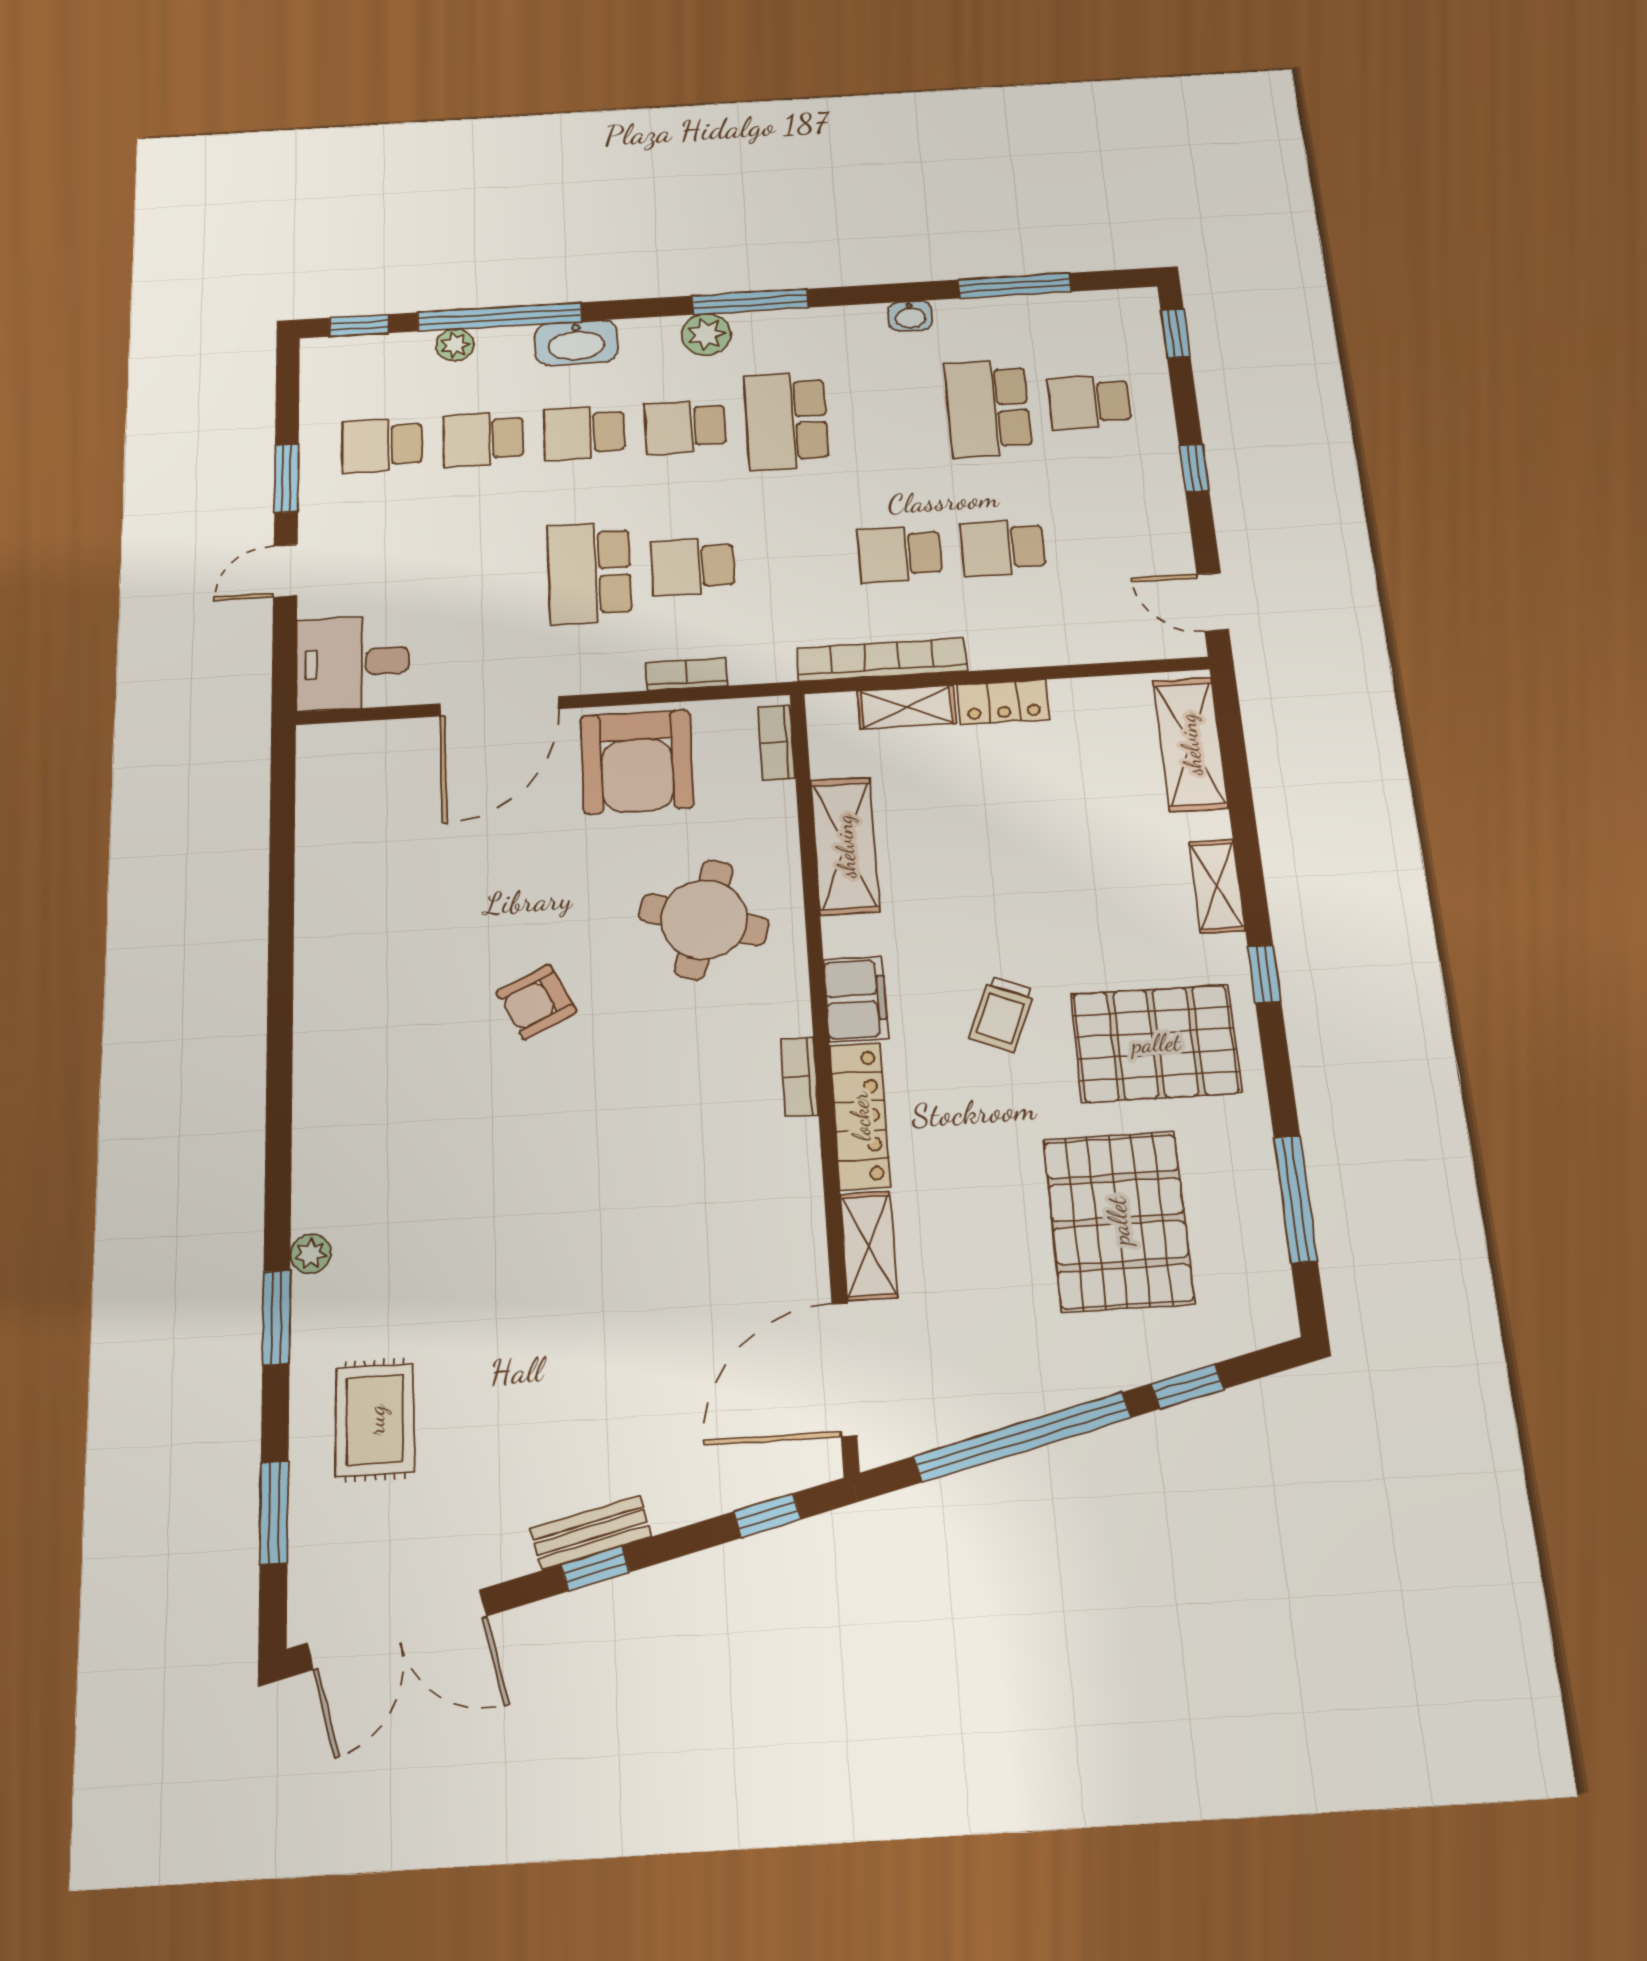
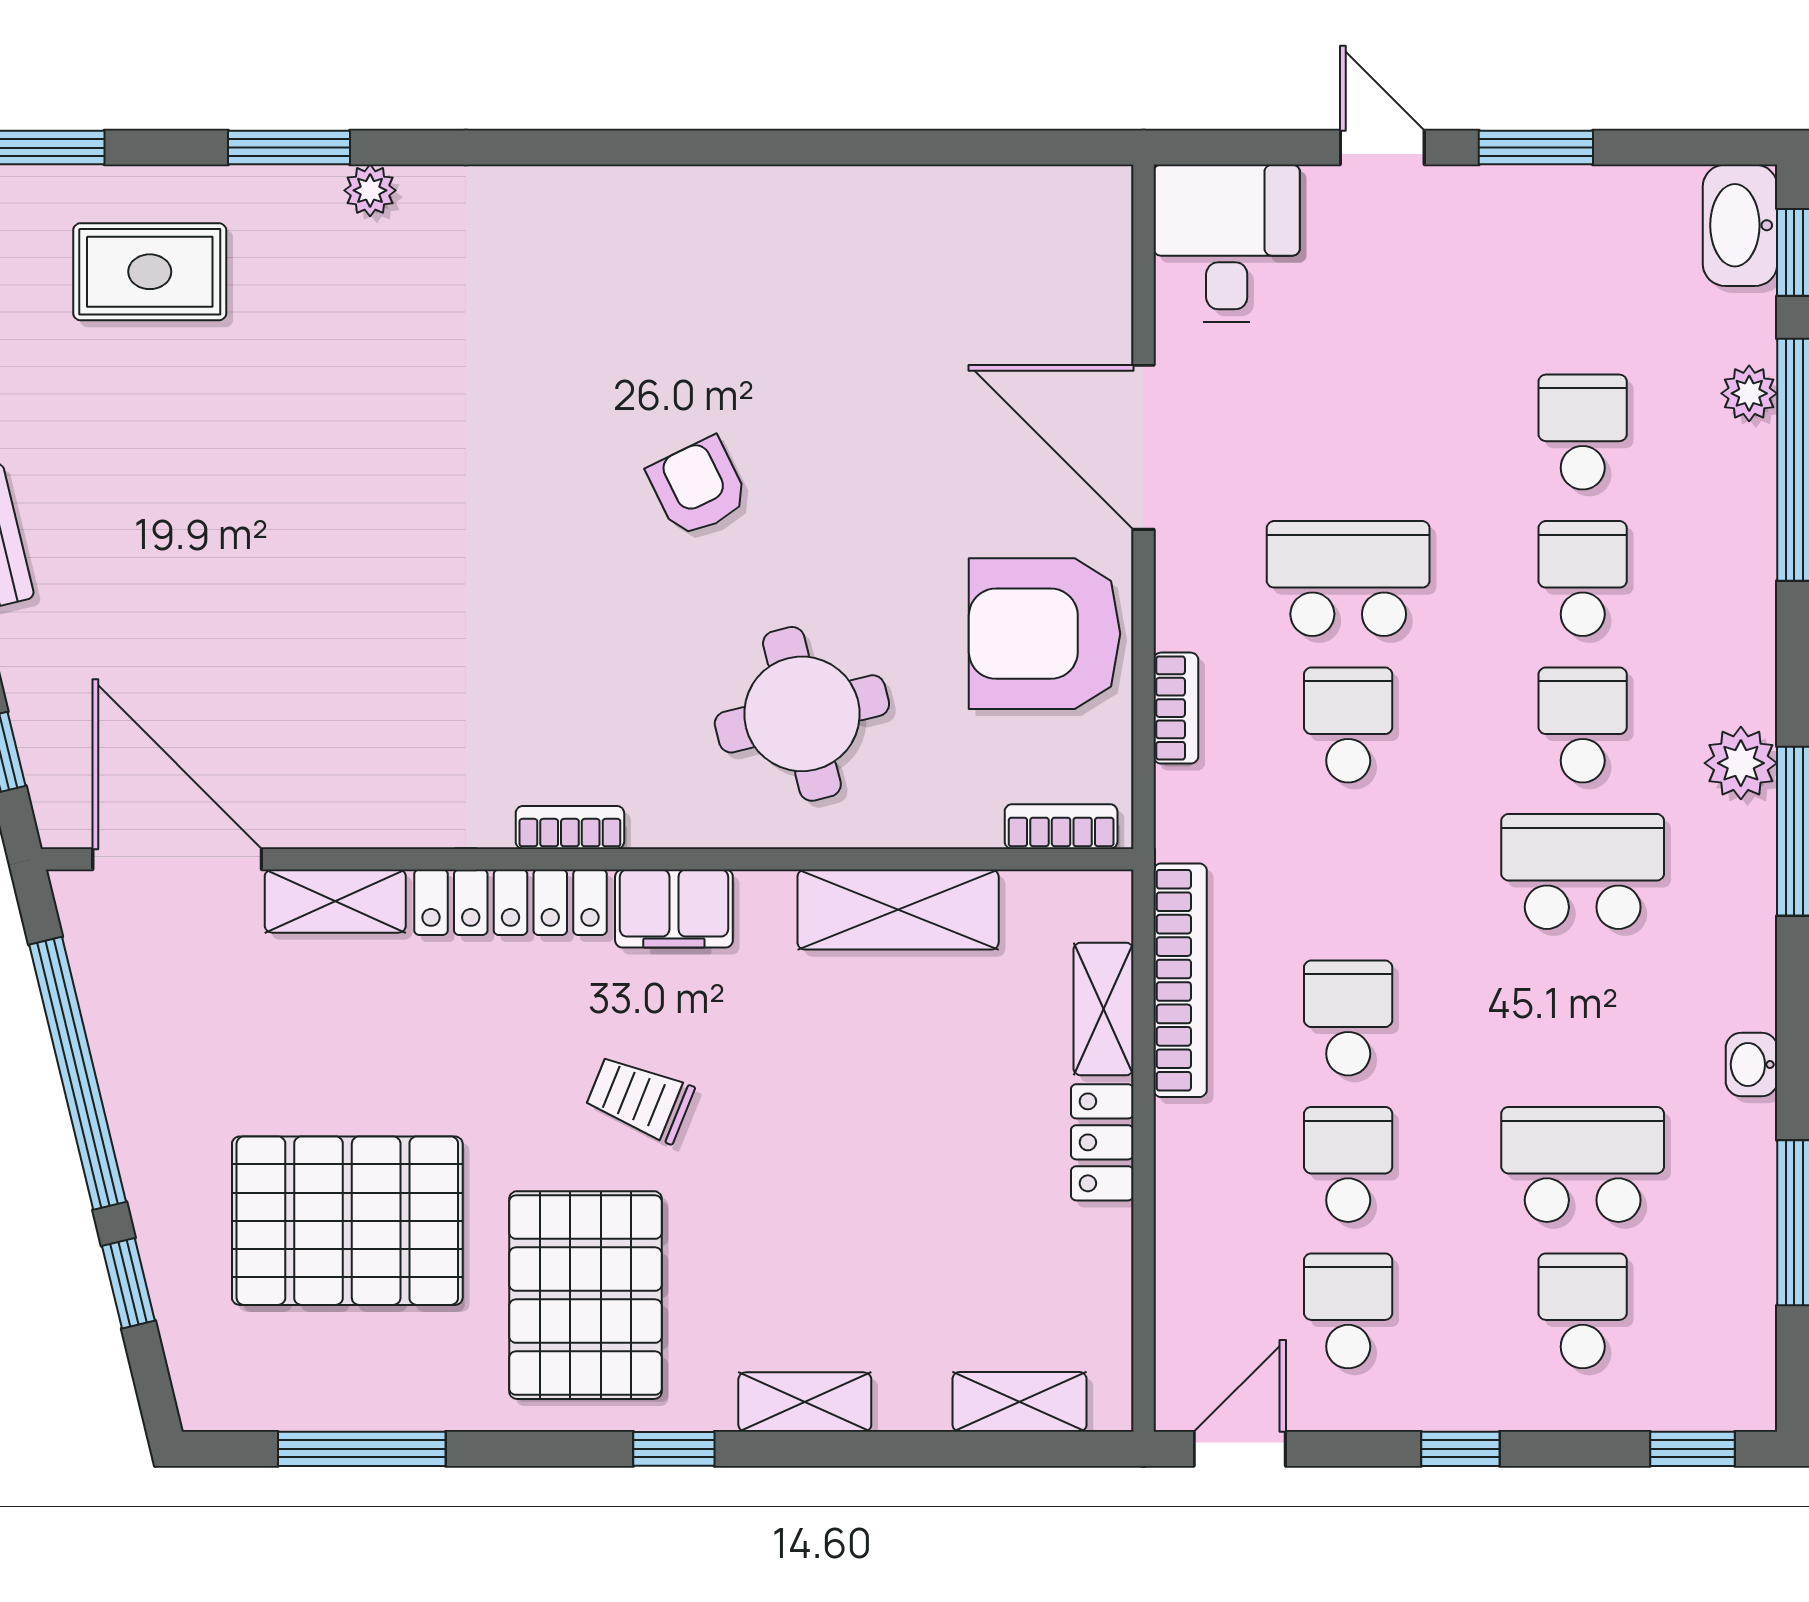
washbasin: (576, 343) -> (1740, 225), moved
school desk: (382, 445) -> (1348, 1311), moved
shelving: (1190, 744) -> (1020, 1402), width x0.67, depth x0.75
round table: (704, 920) -> (802, 714), turned -31

